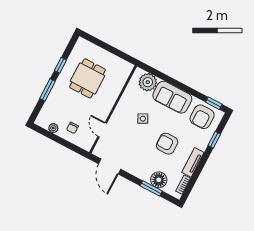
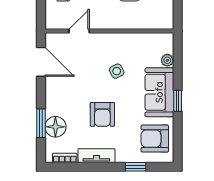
plant: (148, 82) -> (167, 60), width x0.53, depth x0.53
window: (214, 103) -> (178, 101), moved
armchair: (167, 144) -> (102, 114), turned 180
door: (110, 167) -> (41, 62), swing flipped

